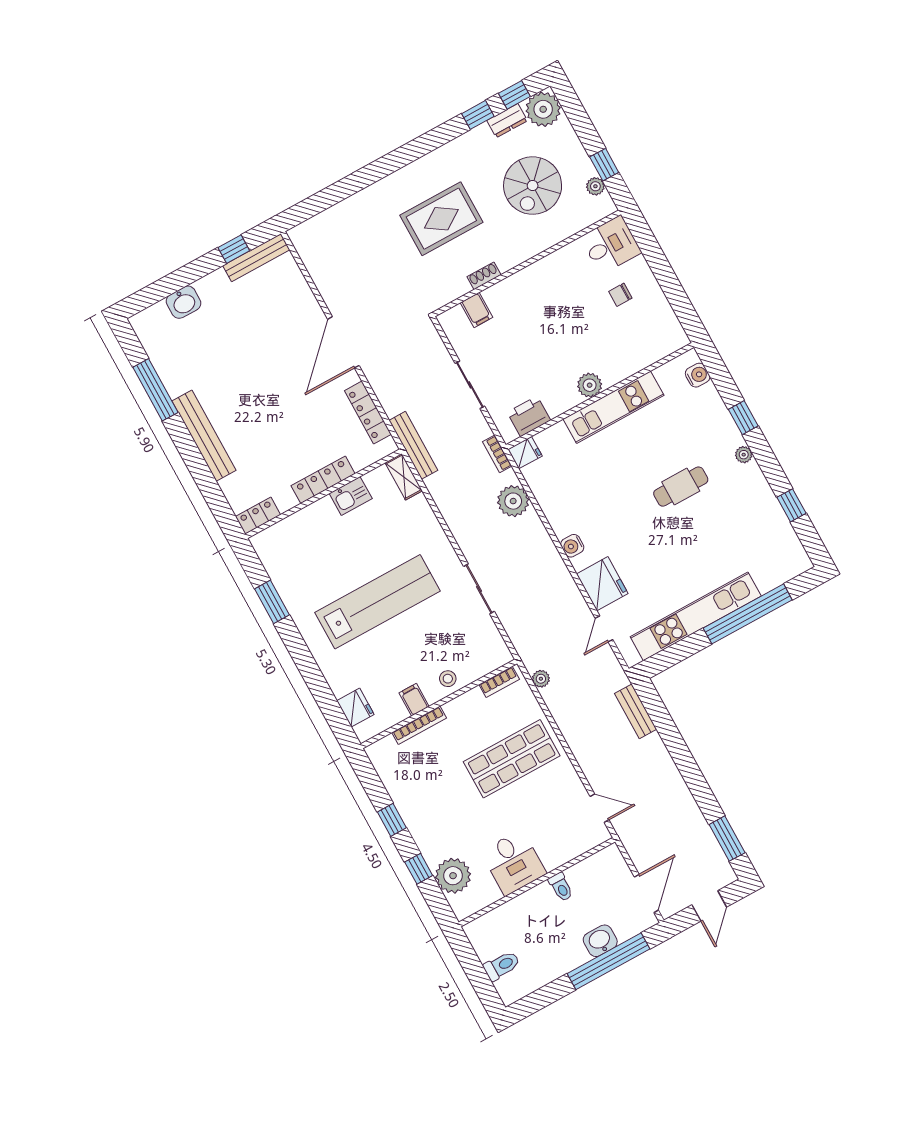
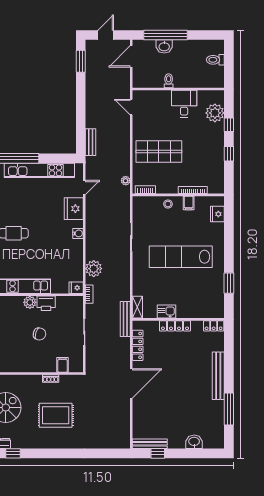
chair: (544, 341) -> (39, 334), added
printer: (529, 416) -> (46, 303), moved

